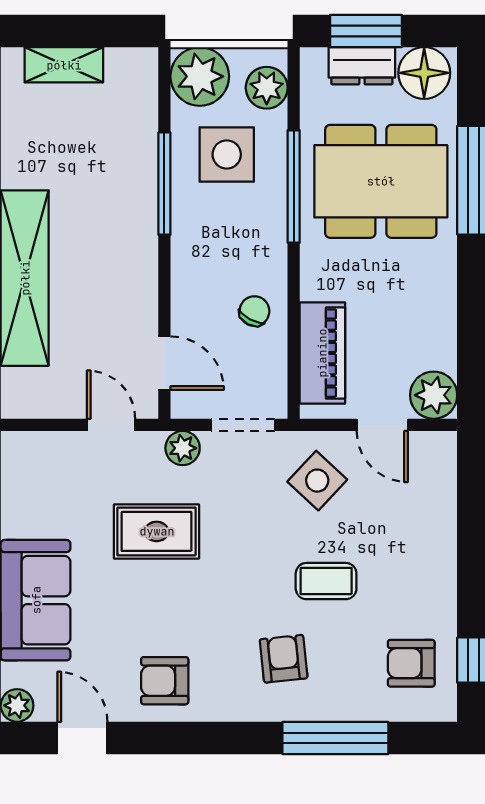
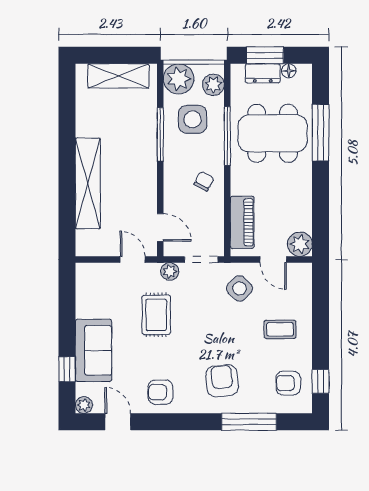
shelving: (64, 65) -> (118, 76), width x1.50, depth x1.33
floor lamp: (424, 73) -> (289, 71), width x0.53, depth x0.53
chair: (254, 311) -> (204, 181), moved
rug: (157, 531) -> (156, 315), turned 90
coffee table: (326, 581) -> (280, 329), moved
armchair: (284, 659) -> (222, 381), width x1.38, depth x1.38

